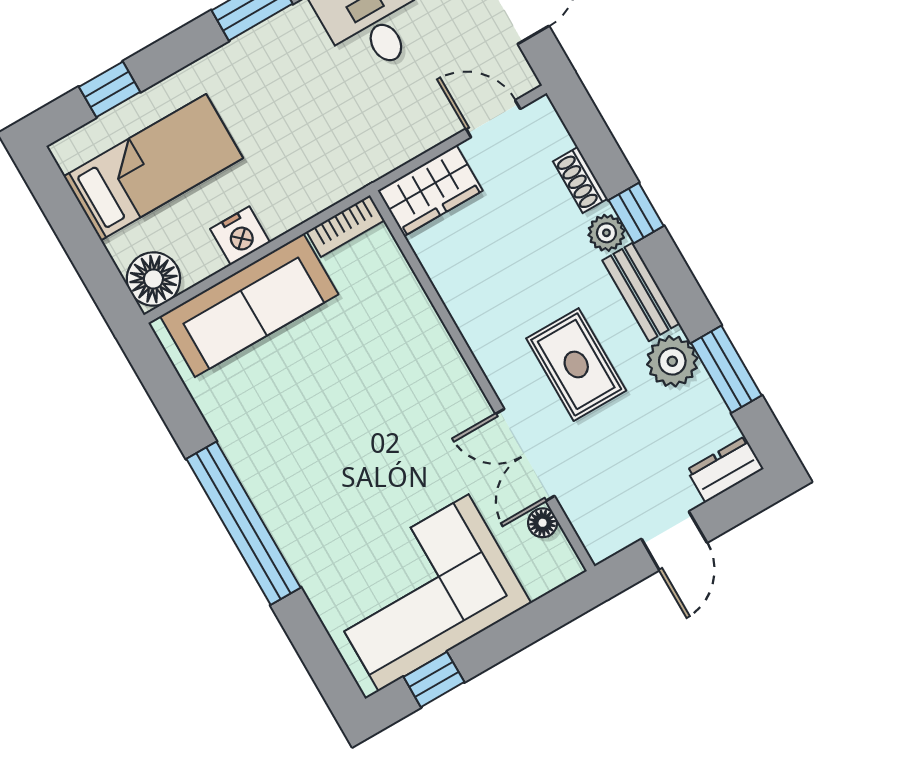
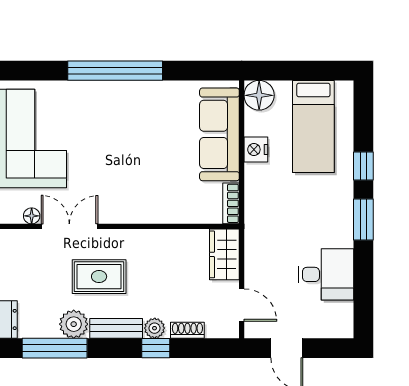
window: (110, 89) -> (363, 166), moved
door: (493, 119) -> (242, 305), hinge flipped
window: (726, 369) -> (55, 348), width x1.44

